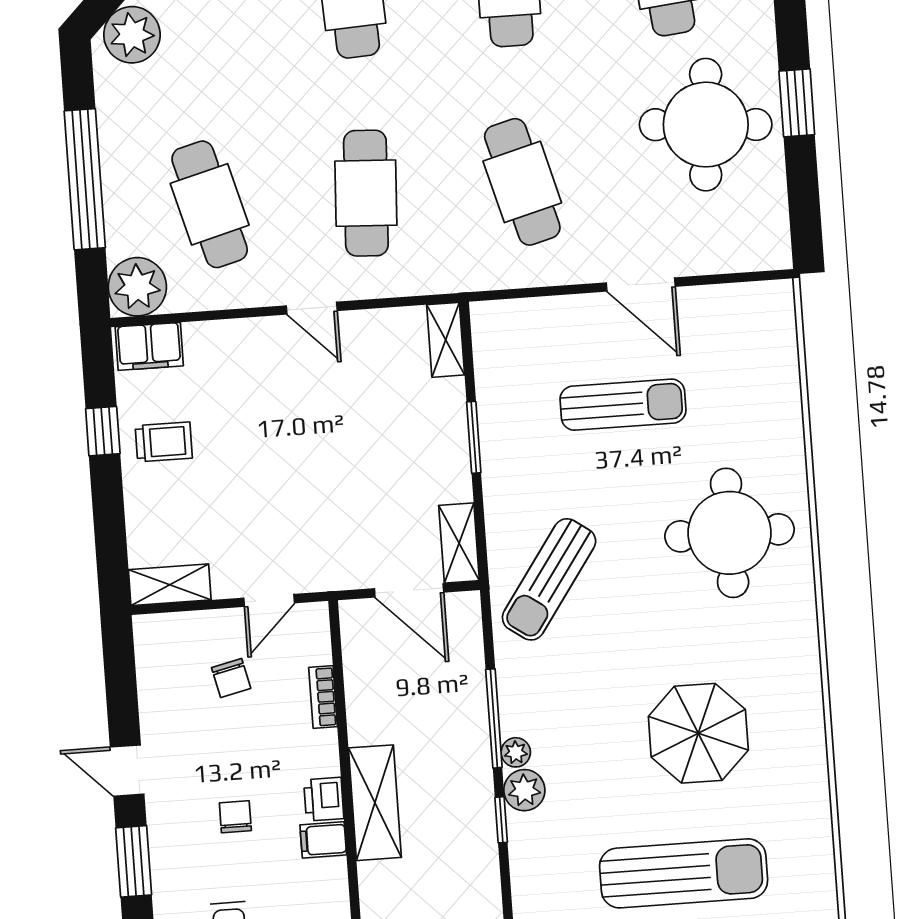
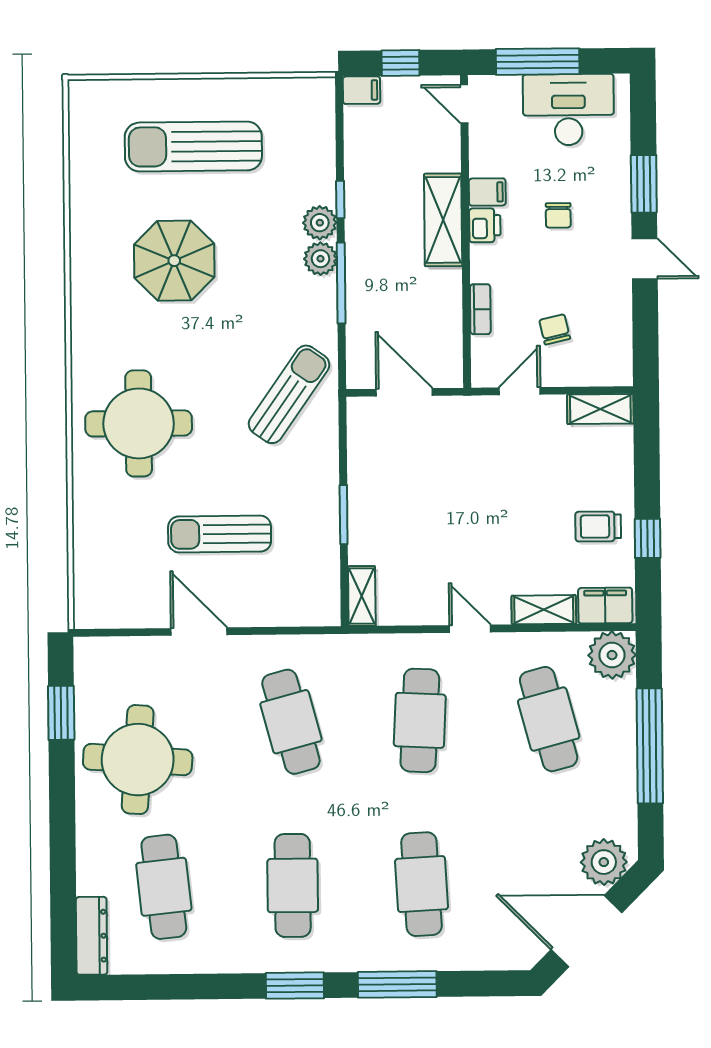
window: (797, 103) -> (61, 713), moved
shelving: (459, 543) -> (544, 610), moved, turned 90
plant: (516, 752) -> (320, 259), width x1.38, depth x1.38

